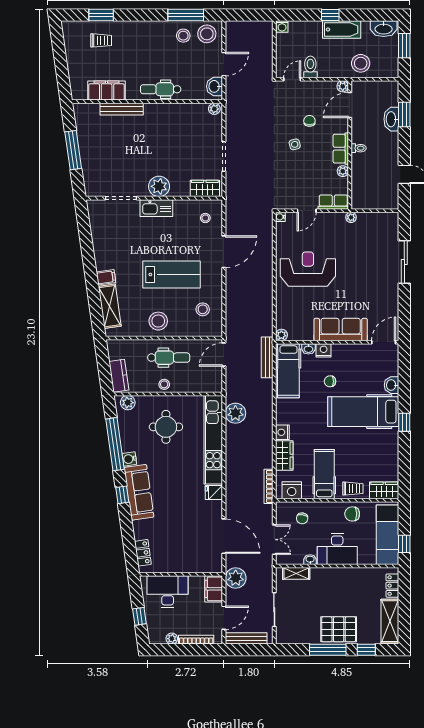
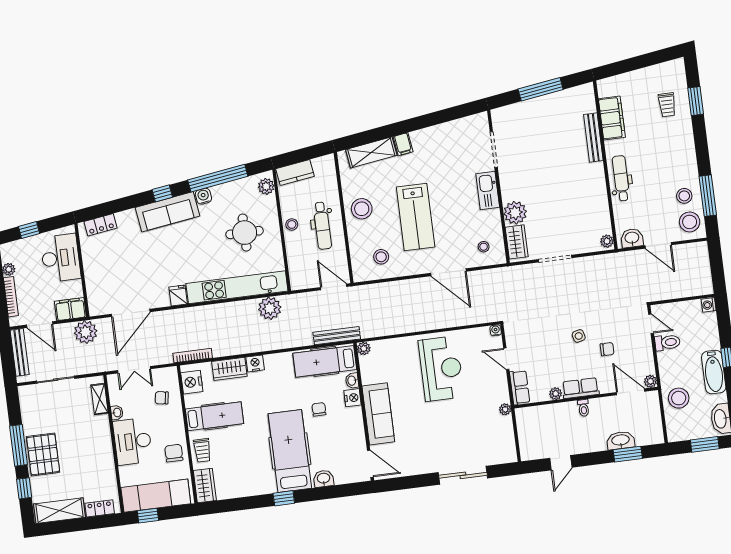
plant: (159, 186) -> (515, 213), moved

